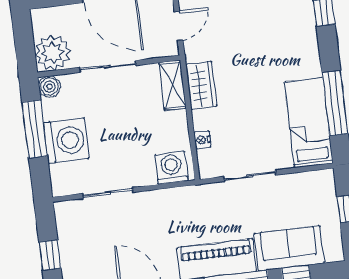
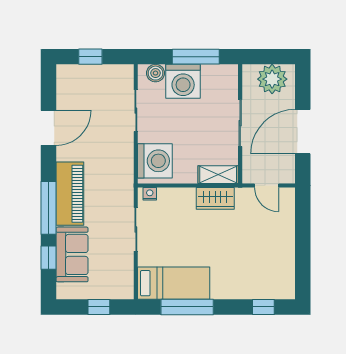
plant: (53, 53) -> (272, 79), moved
boiler: (49, 87) -> (156, 73), moved
nightstand: (202, 140) -> (150, 194), moved
washing machine: (171, 168) -> (155, 161), width x1.37, depth x1.37

